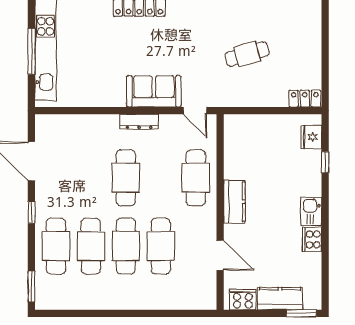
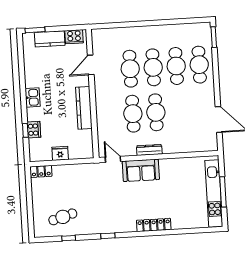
cafe table: (247, 54) -> (63, 217), moved
fridge: (311, 137) -> (60, 153), moved, turned -90
cafe table: (196, 178) -> (133, 114), moved
kitchen counter: (234, 202) -> (84, 108), width x1.50
window: (31, 212) -> (217, 86), removed
cooker: (312, 239) -> (34, 130), moved
door: (220, 255) -> (91, 65), hinge flipped

